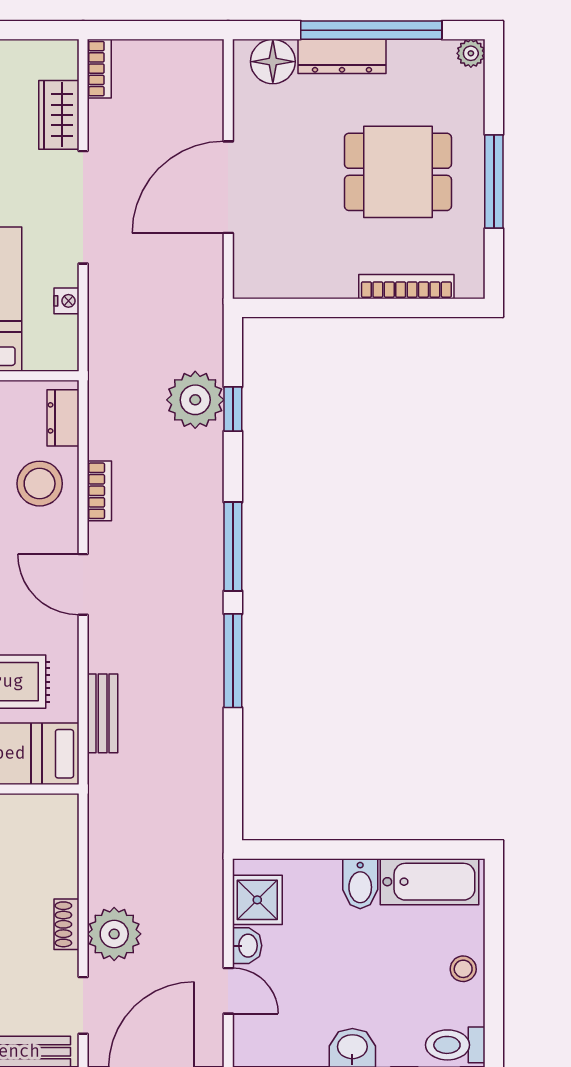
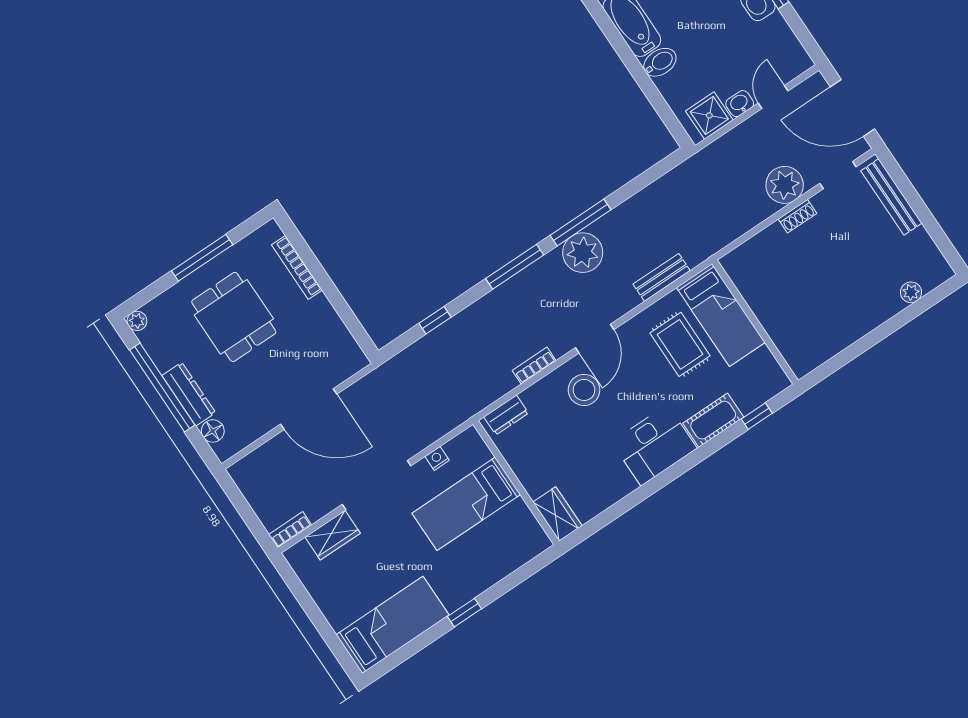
floor lamp: (273, 62) -> (213, 431), width x0.73, depth x0.73
plant: (195, 400) -> (583, 253), moved
stool: (40, 484) -> (584, 390), moved

